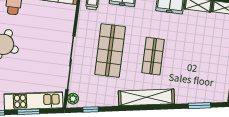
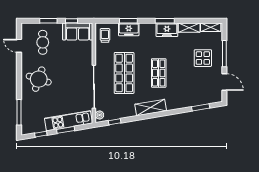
display table: (210, 45) -> (203, 58), added
shelving: (146, 97) -> (151, 108), width x0.68

